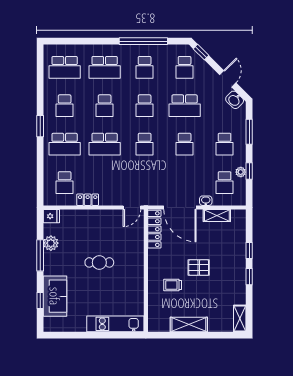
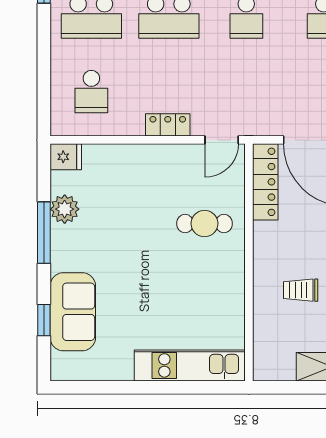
locker: (88, 200) -> (168, 125), moved
cafe table: (99, 262) -> (204, 224), moved

